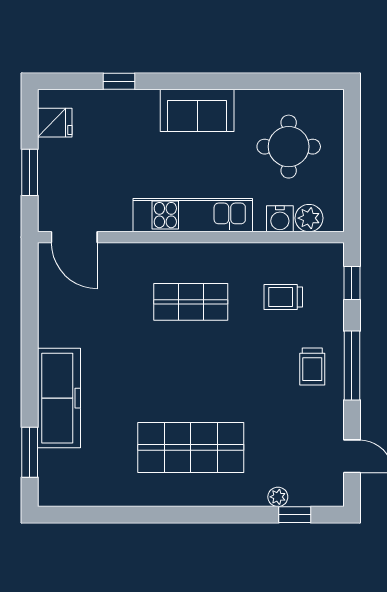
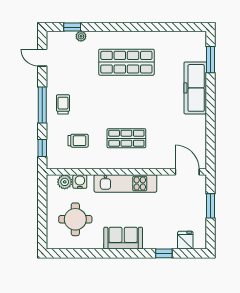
fridge: (55, 123) -> (185, 240), moved, turned 90

